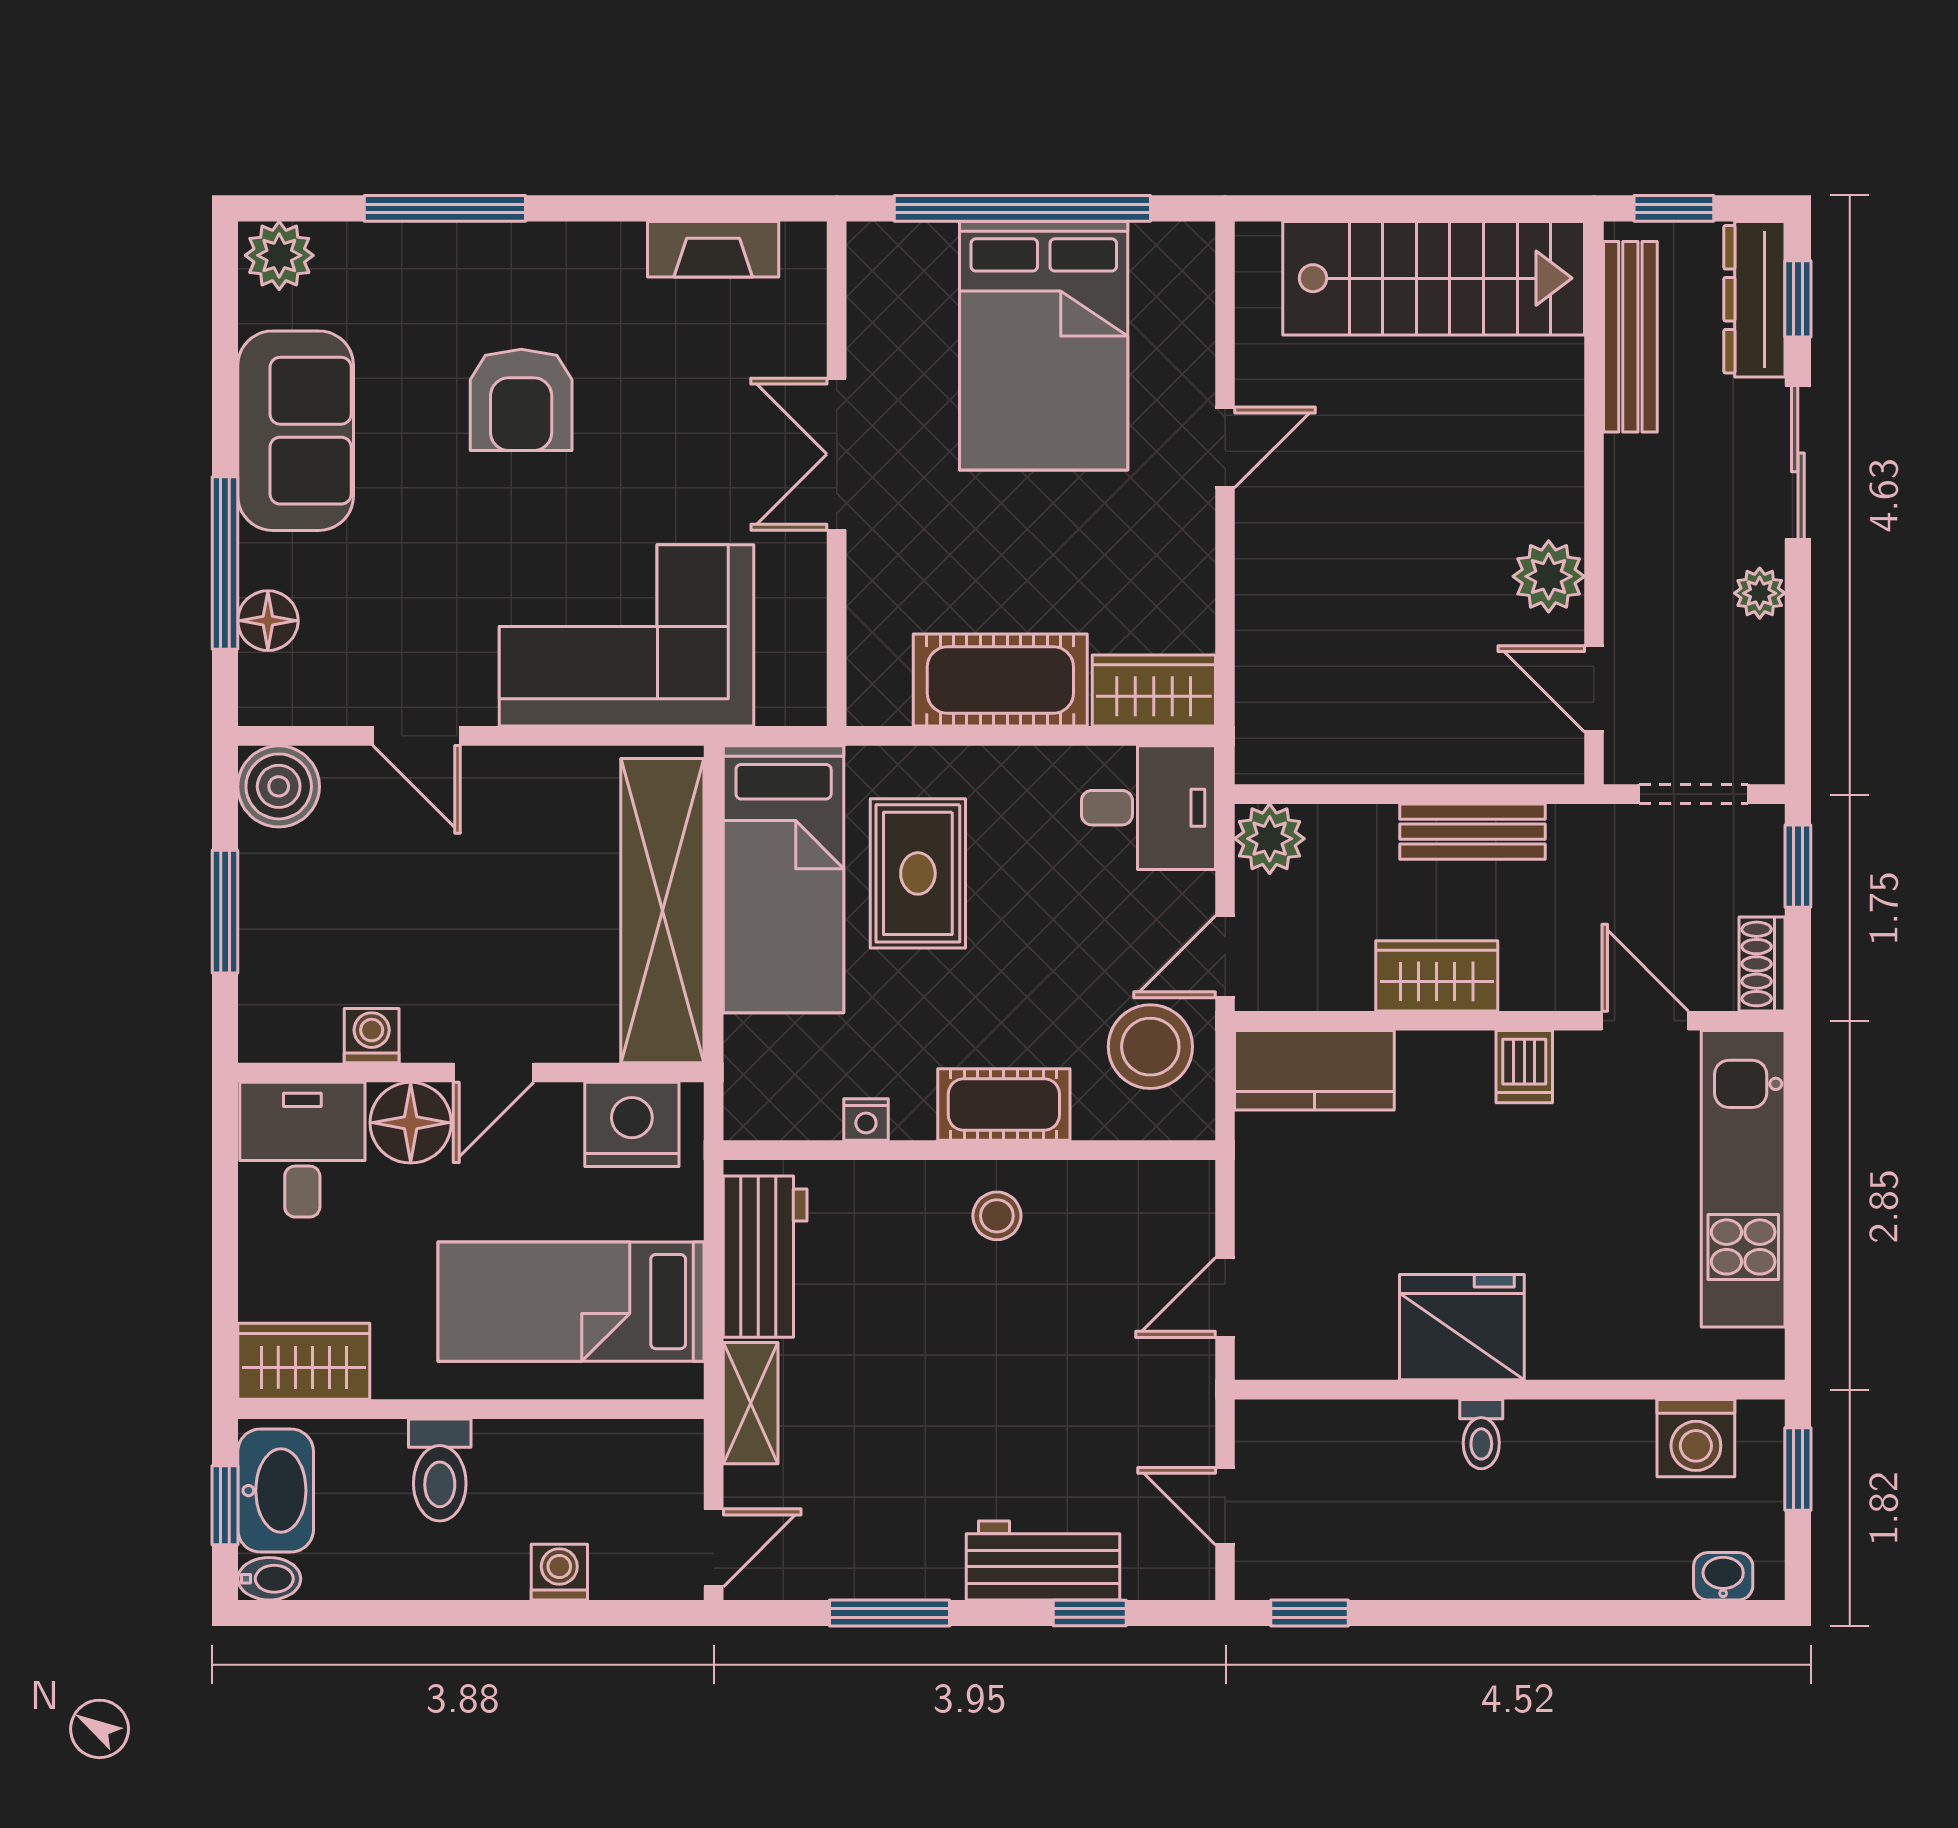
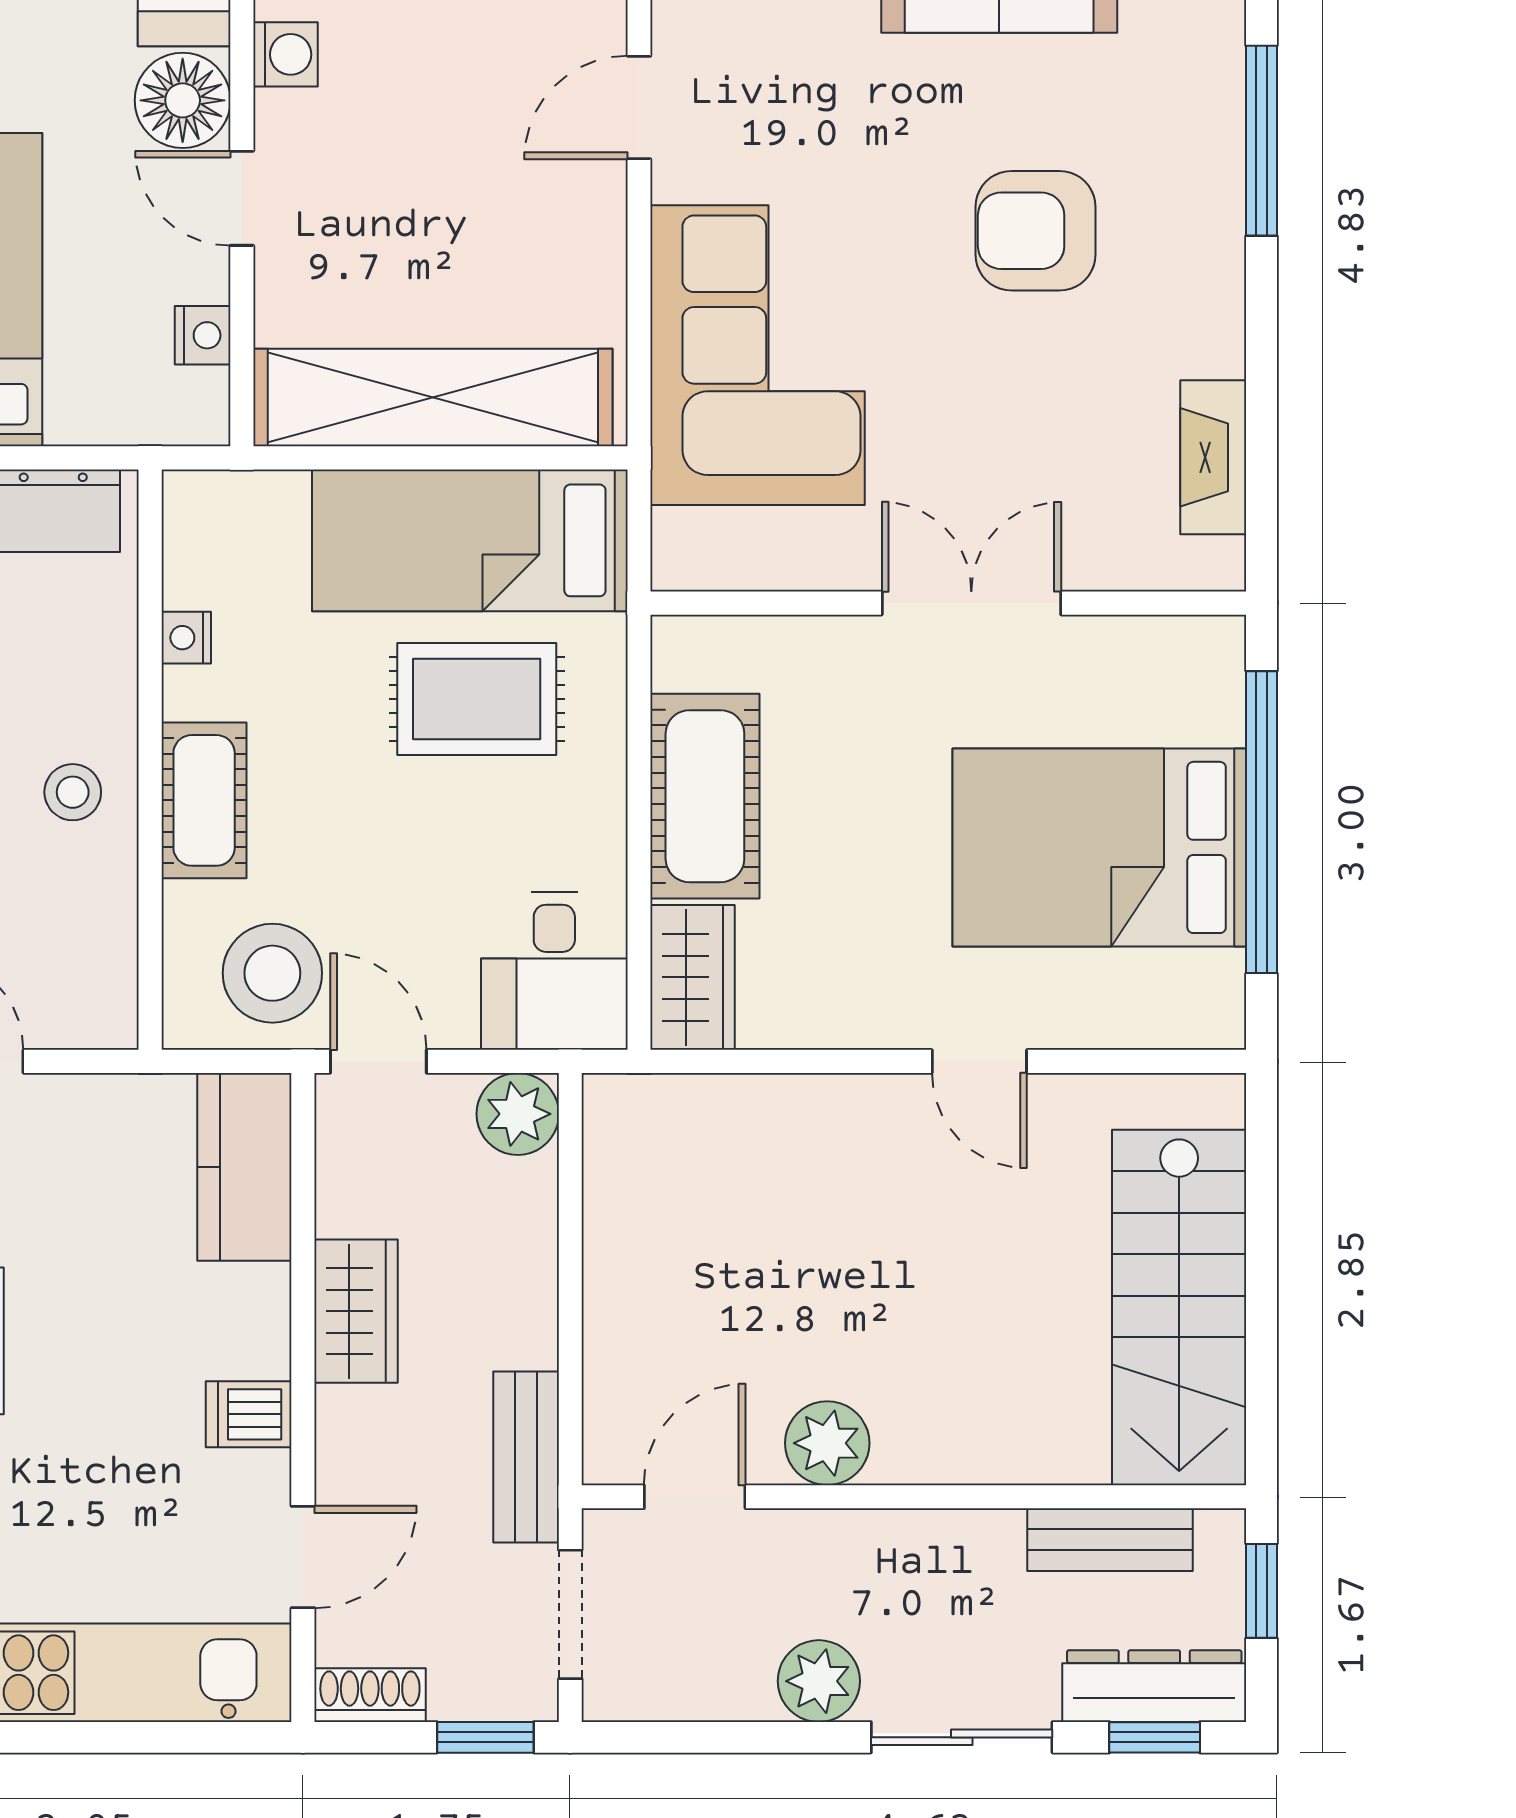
bench: (1630, 337) -> (1110, 1540), width x0.73
plant: (1760, 593) -> (819, 1681), width x1.38, depth x1.38
bench: (1473, 832) -> (526, 1457), moved
nightstand: (632, 1124) -> (203, 335), width x0.53, depth x0.56

